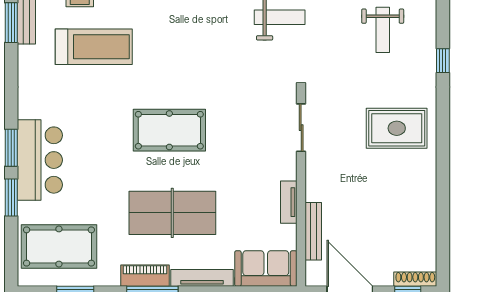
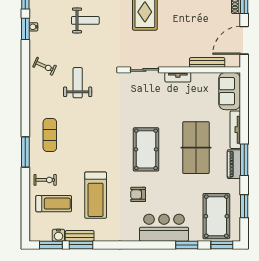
treadmill: (94, 47) -> (96, 195), turned 180
armchair: (95, 117) -> (138, 194), added
window: (11, 148) -> (222, 245), moved
tv unit: (289, 202) -> (178, 77), moved

